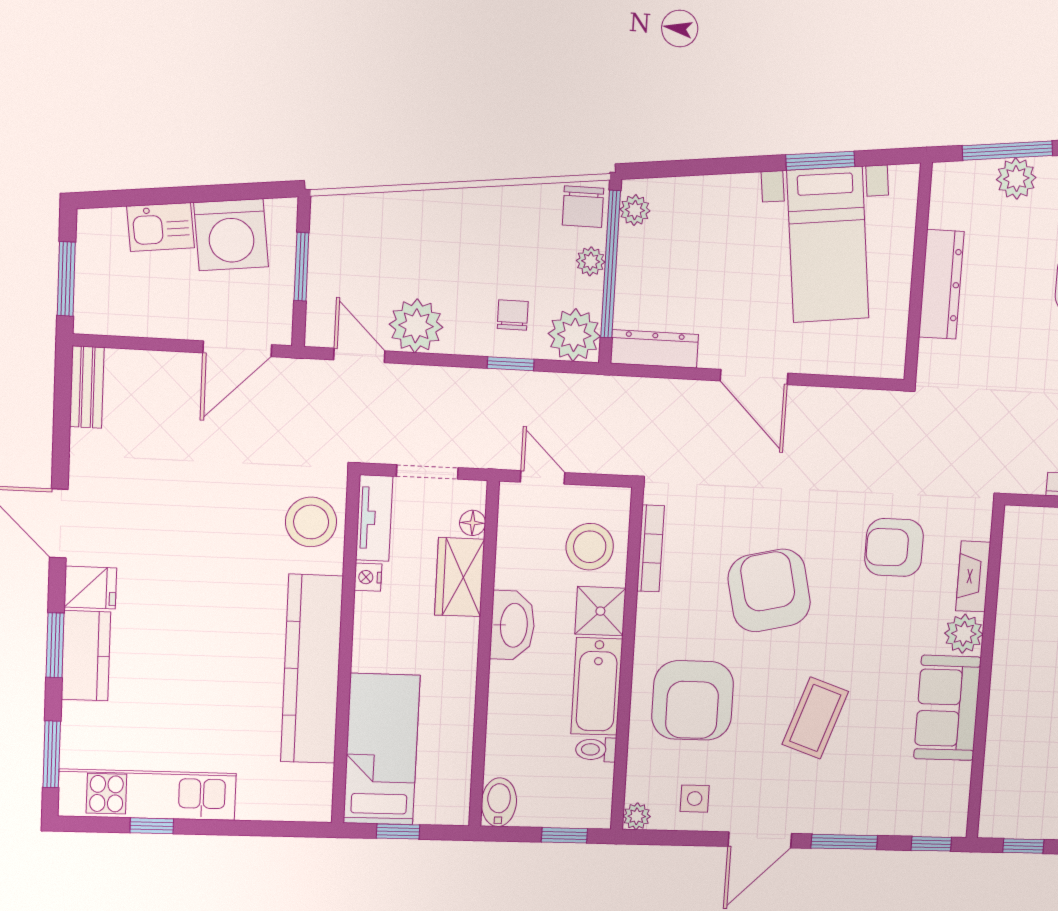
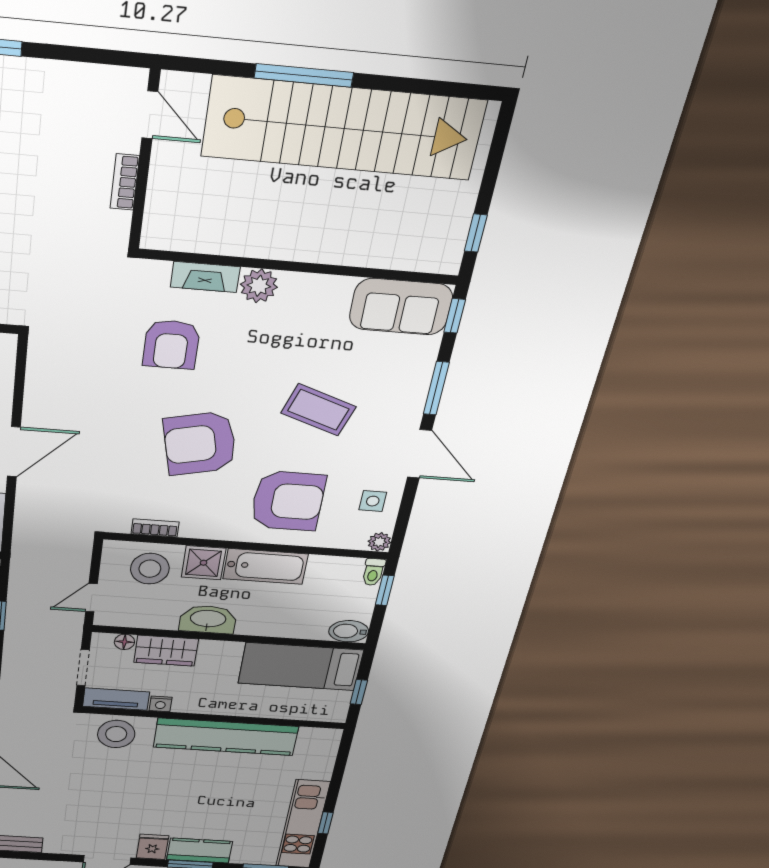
bookcase: (651, 548) -> (155, 528), width x0.64
sofa: (947, 708) -> (401, 307), moved
bed: (382, 749) -> (301, 667), moved
toilet: (596, 750) -> (373, 572), moved

